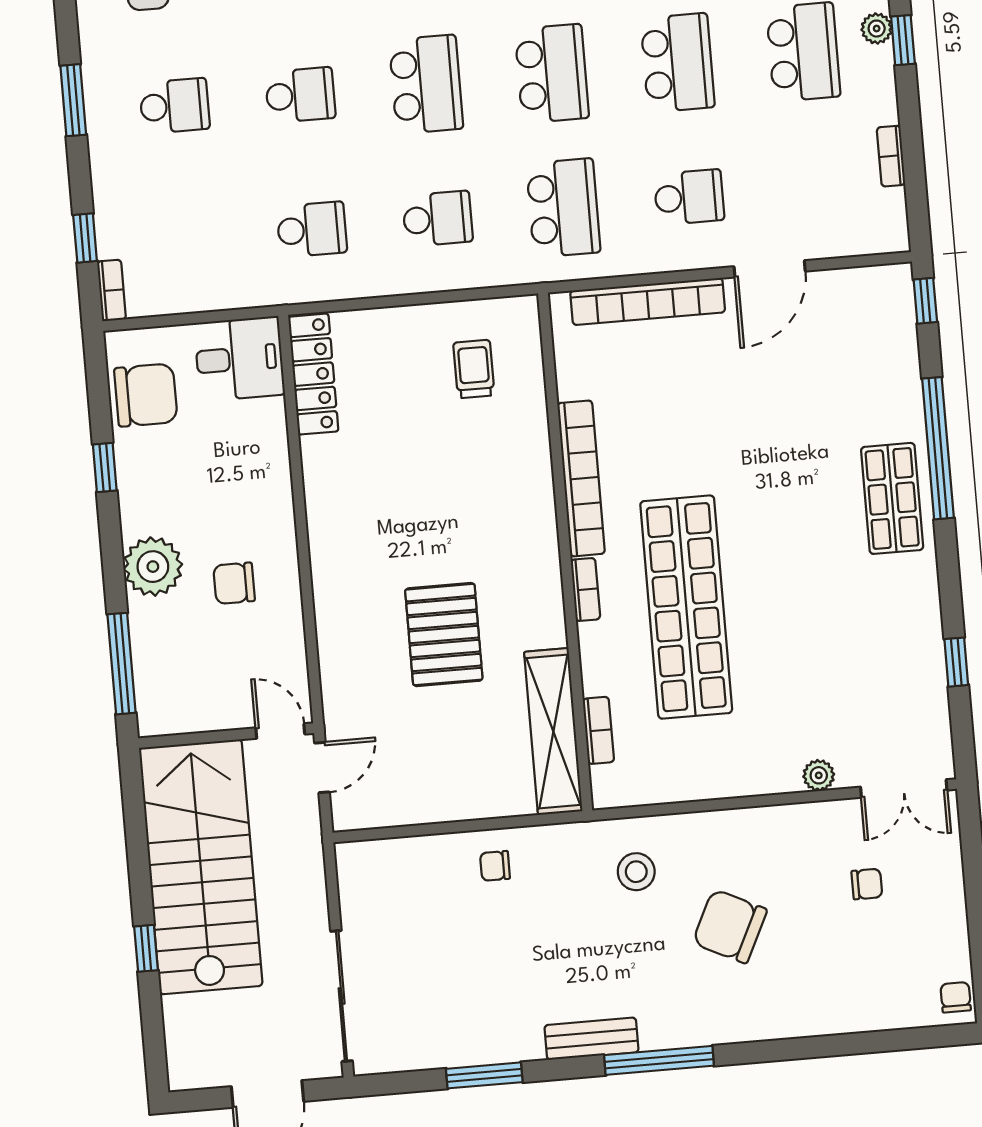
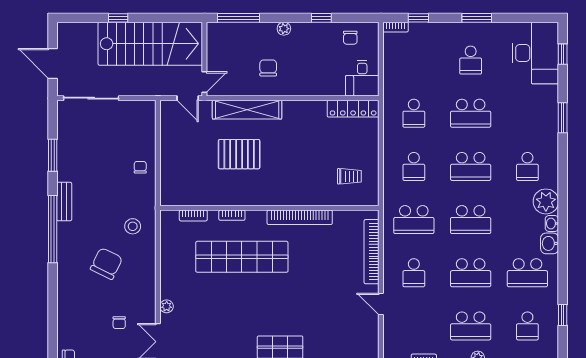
school desk: (300, 95) -> (471, 113), width x1.85
door: (770, 269) -> (381, 304), width x0.73
chair: (146, 395) -> (350, 38), width x0.54, depth x0.54
plant: (153, 567) -> (284, 29), width x0.53, depth x0.53
bookcase: (585, 589) -> (232, 215), moved
shelving: (553, 732) -> (247, 110), moved
window: (659, 1060) -> (53, 229), width x1.46

